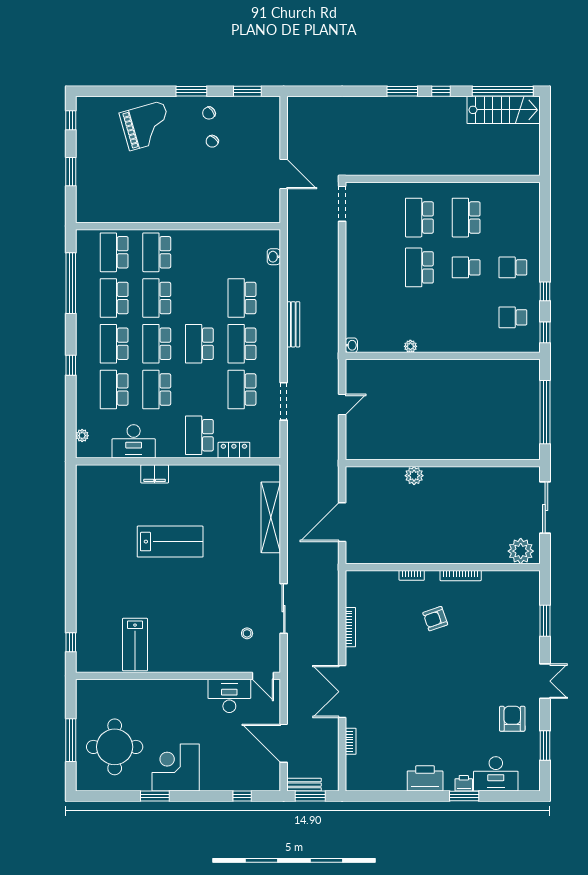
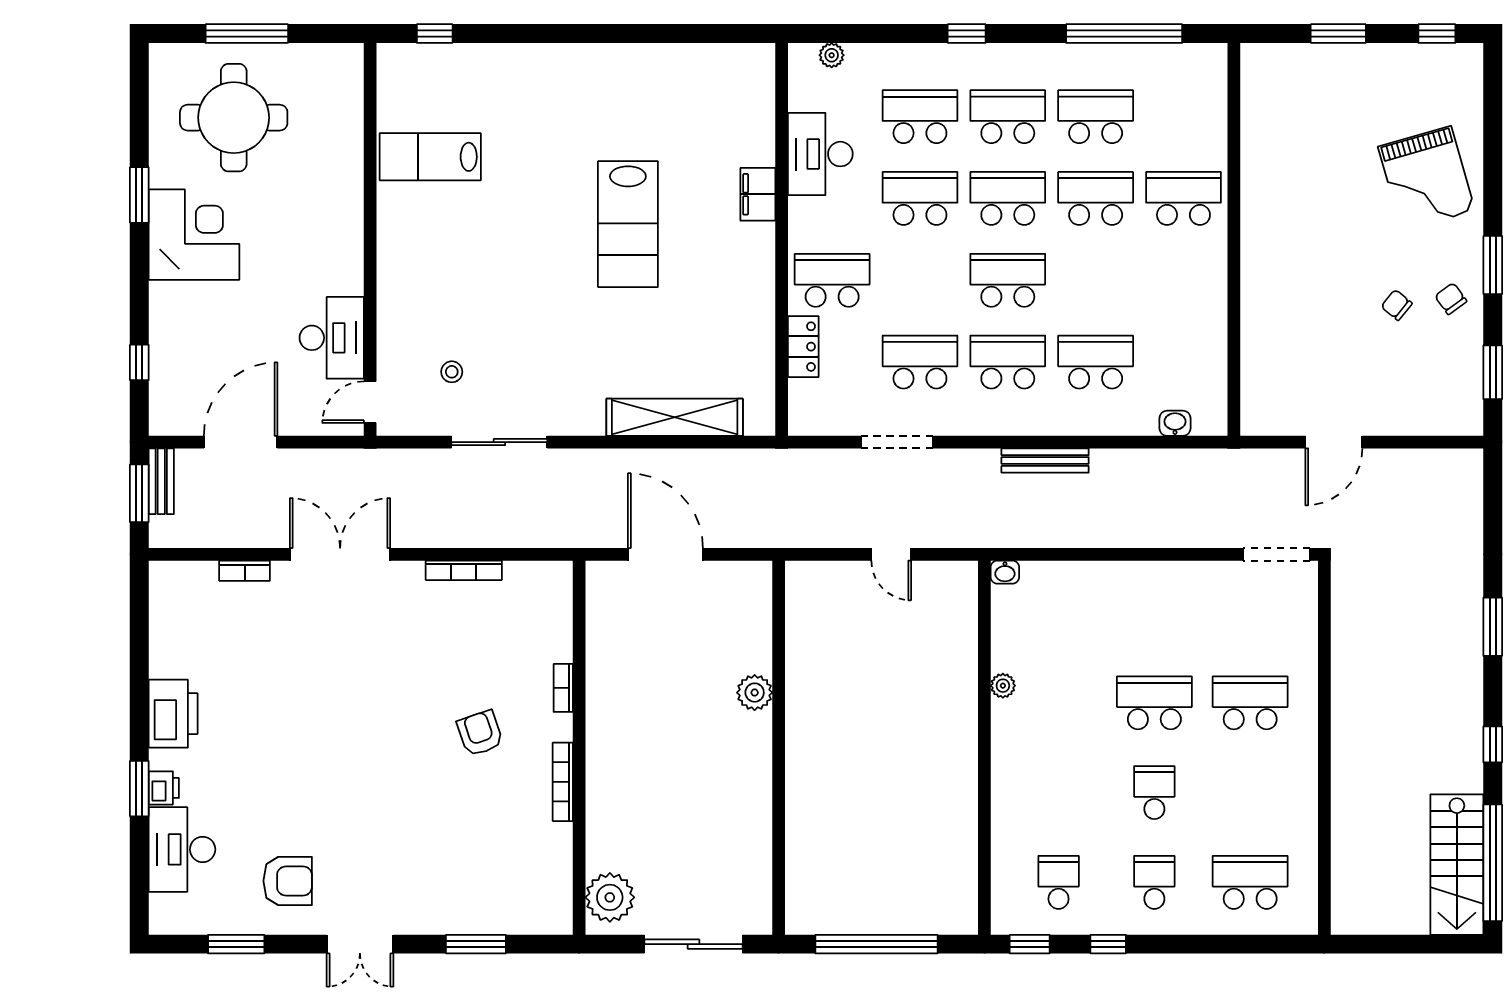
window: (402, 91) -> (1493, 627), moved
school desk: (466, 218) -> (1250, 882), moved
school desk: (114, 252) -> (1183, 117), removed

